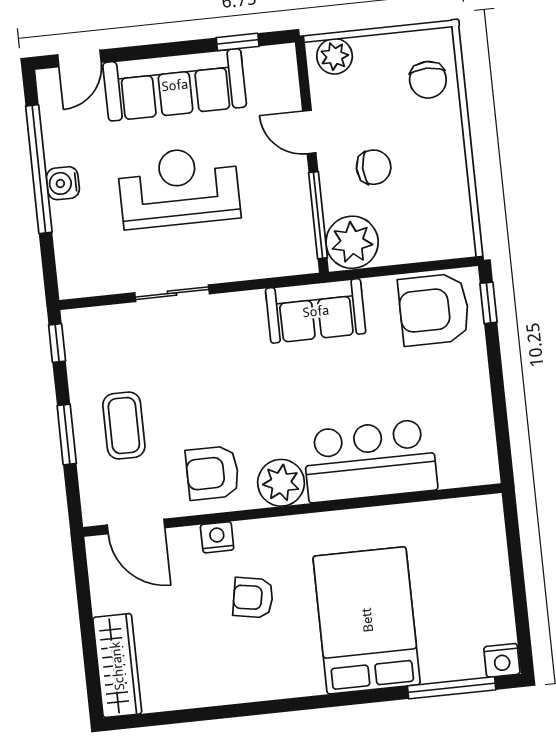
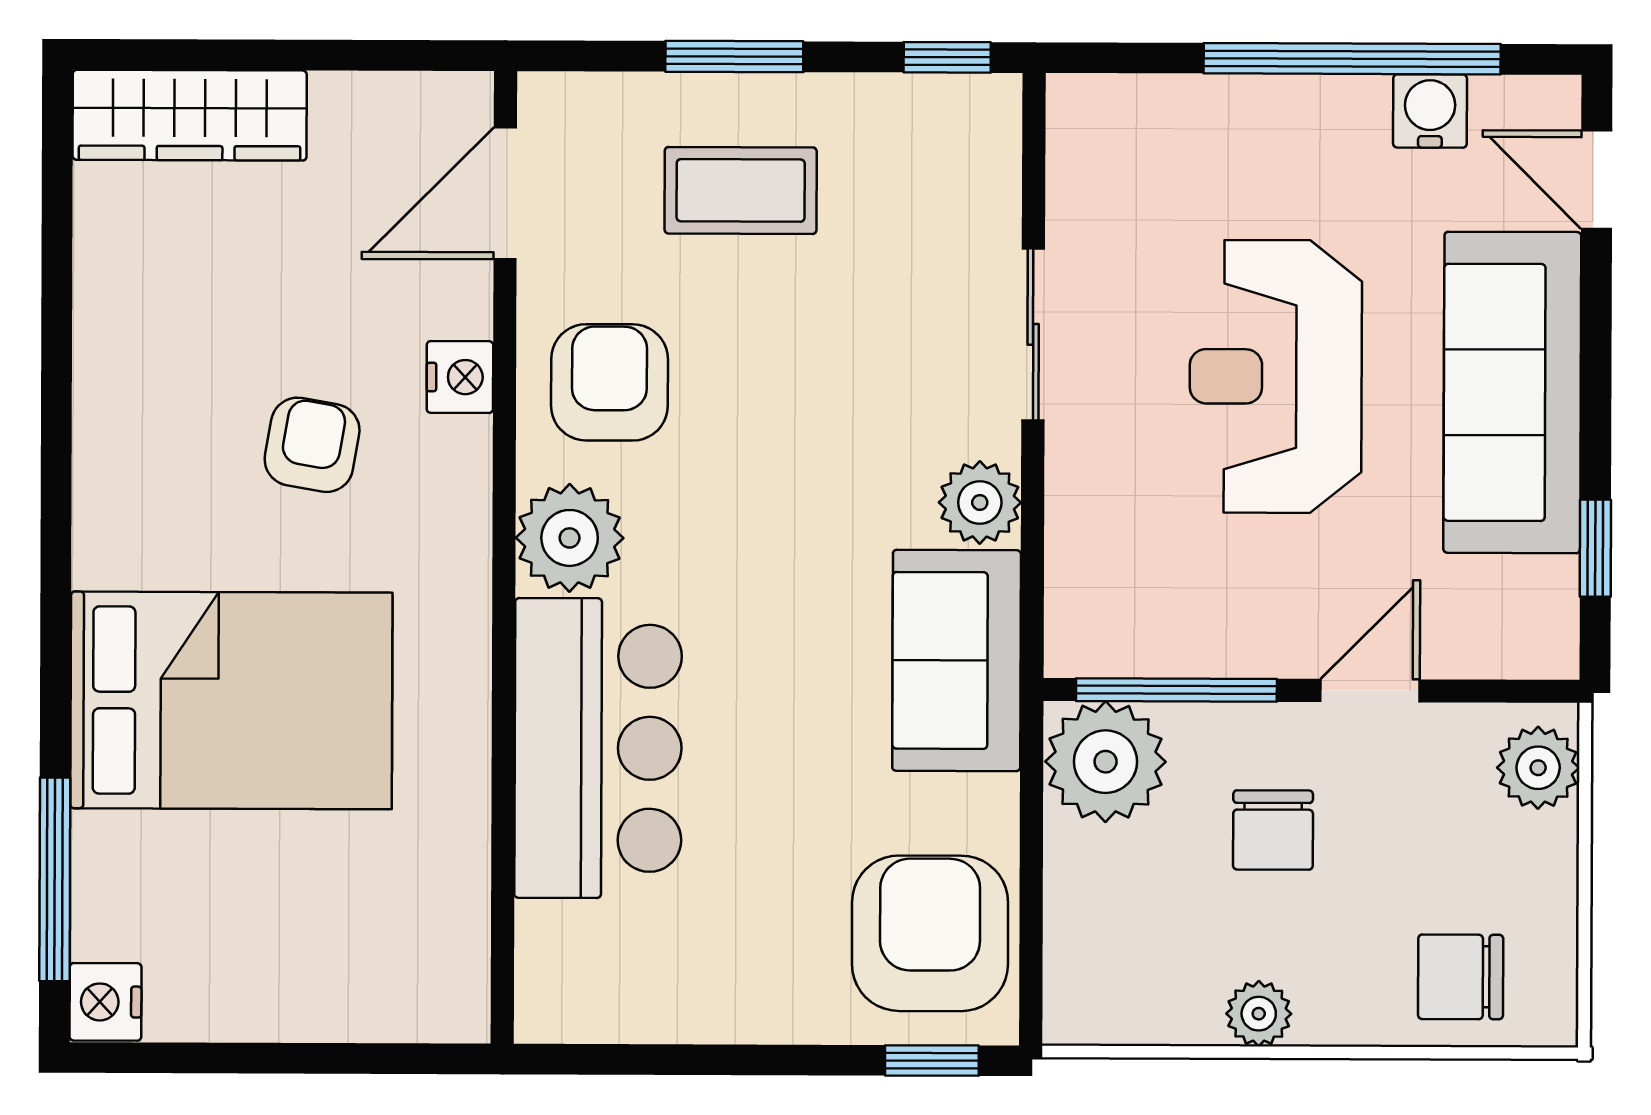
plant: (453, 165) -> (1259, 1014), added
water cooler: (63, 183) -> (1430, 111), moved
reception desk: (179, 187) -> (1276, 376), turned 180
plant: (247, 308) -> (980, 502), added

